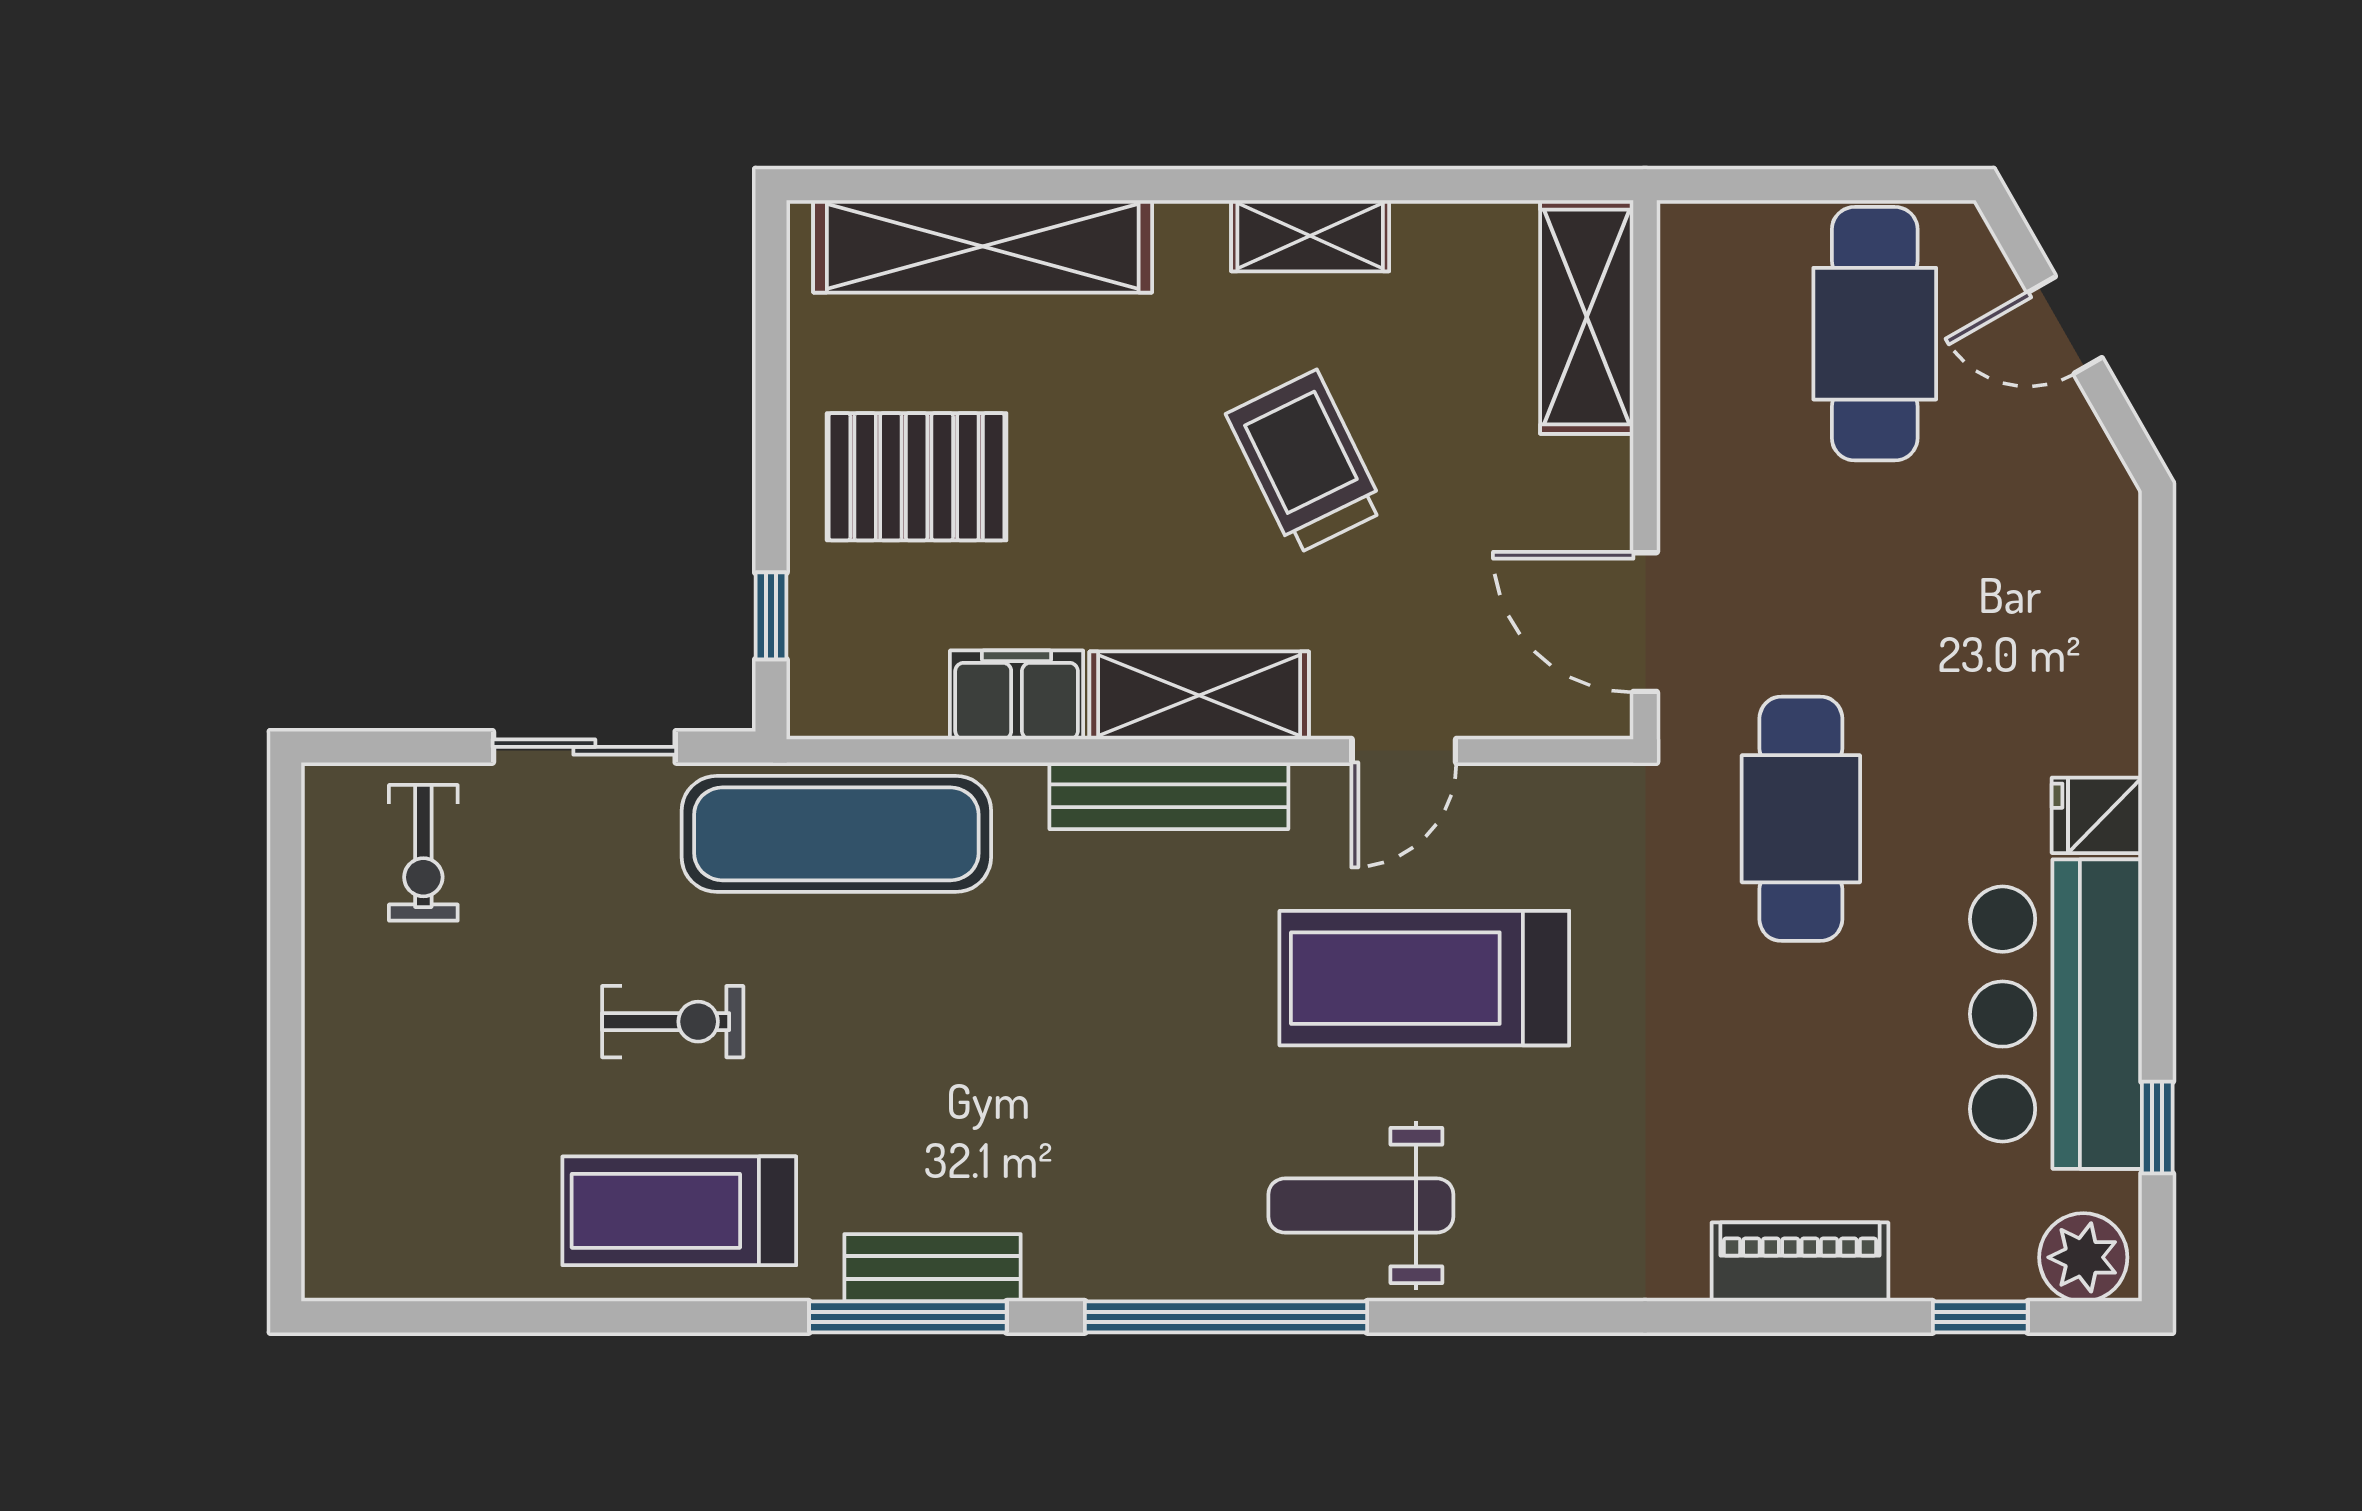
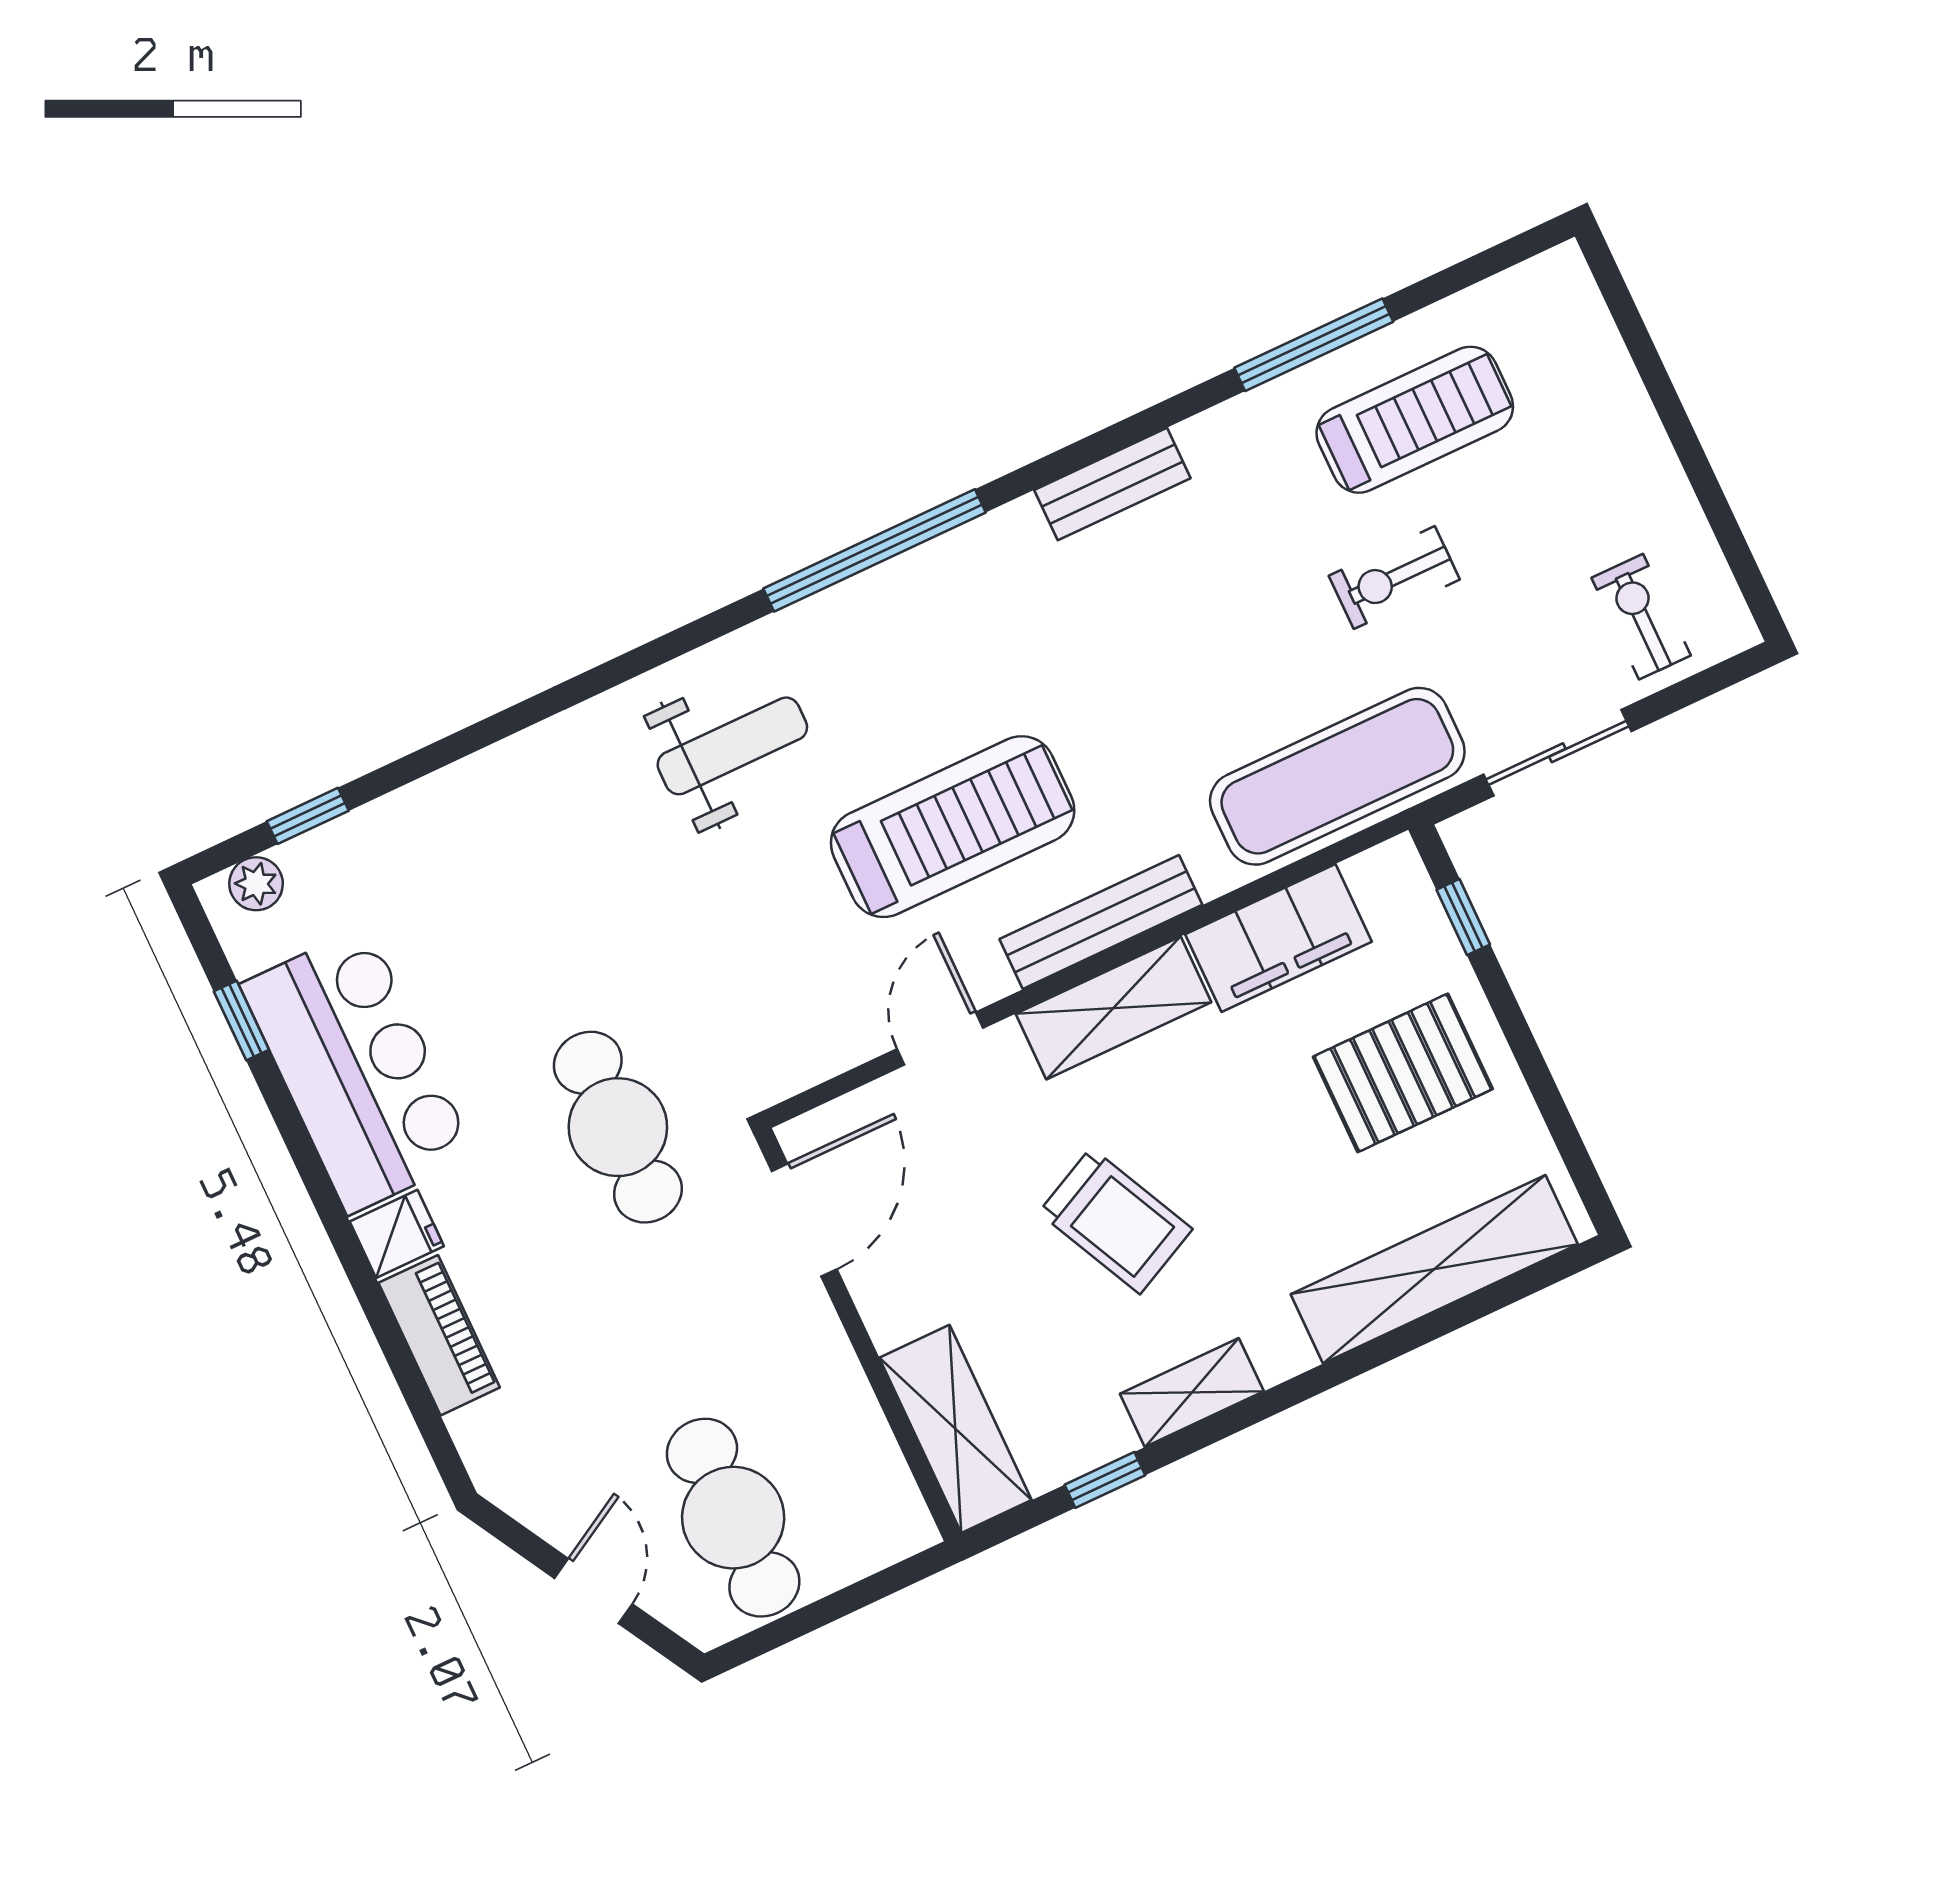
window: (1450, 185) -> (1105, 1480), added
door: (2065, 325) -> (593, 1591), hinge flipped
door: (1645, 622) -> (804, 1220), hinge flipped
filing cabinet: (1017, 695) -> (1279, 938), width x1.50, depth x1.17
treadmill: (1424, 978) -> (953, 827), moved
weight bench: (1361, 1206) -> (732, 746), moved
treadmill: (679, 1211) -> (1415, 420), moved
plant: (2083, 1257) -> (256, 884), width x0.73, depth x0.73
piano: (1800, 1262) -> (439, 1335), moved, turned -90
window: (908, 1317) -> (1314, 345), moved

